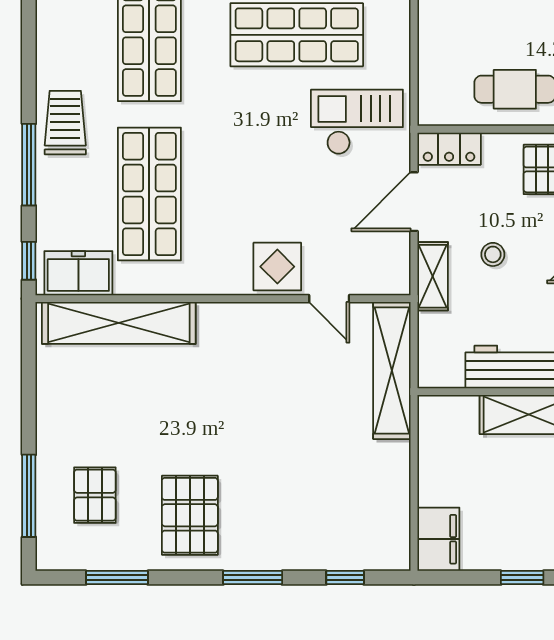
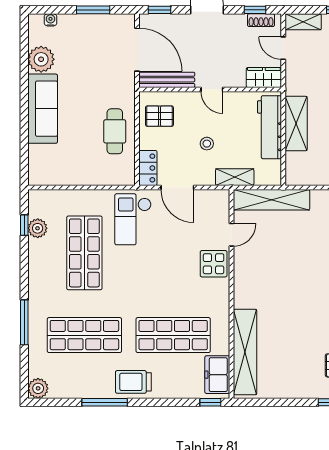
window: (29, 165) -> (105, 402), moved
shelving: (433, 276) -> (235, 177), moved

